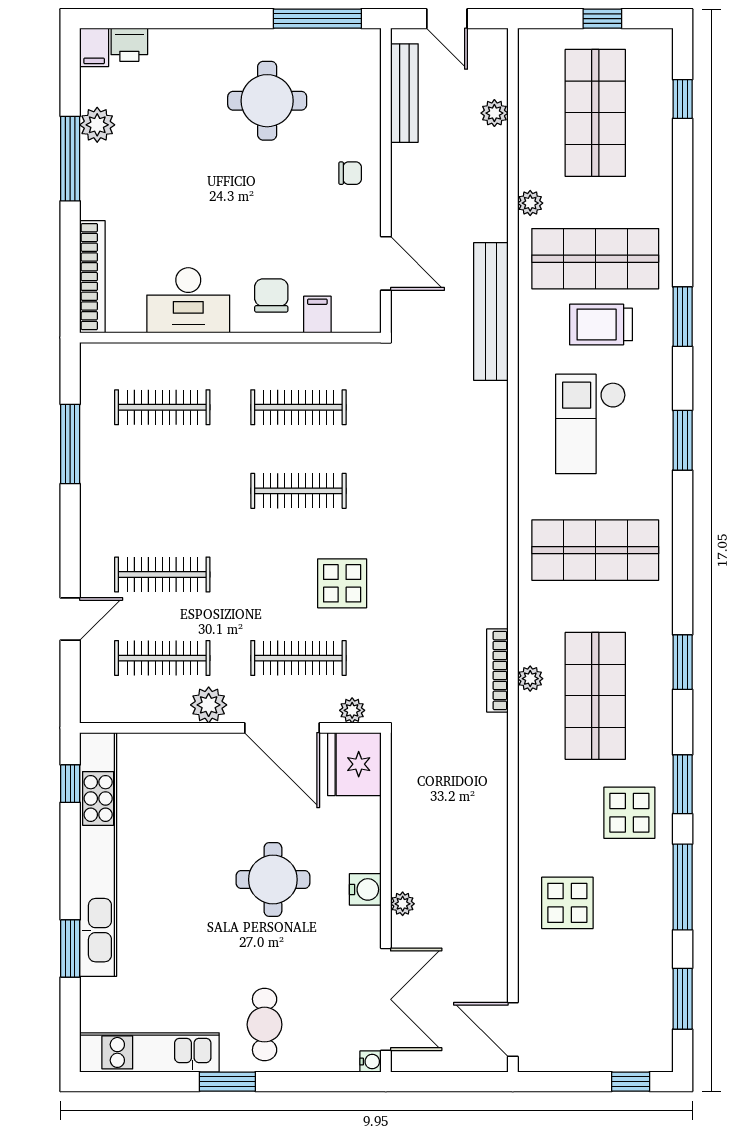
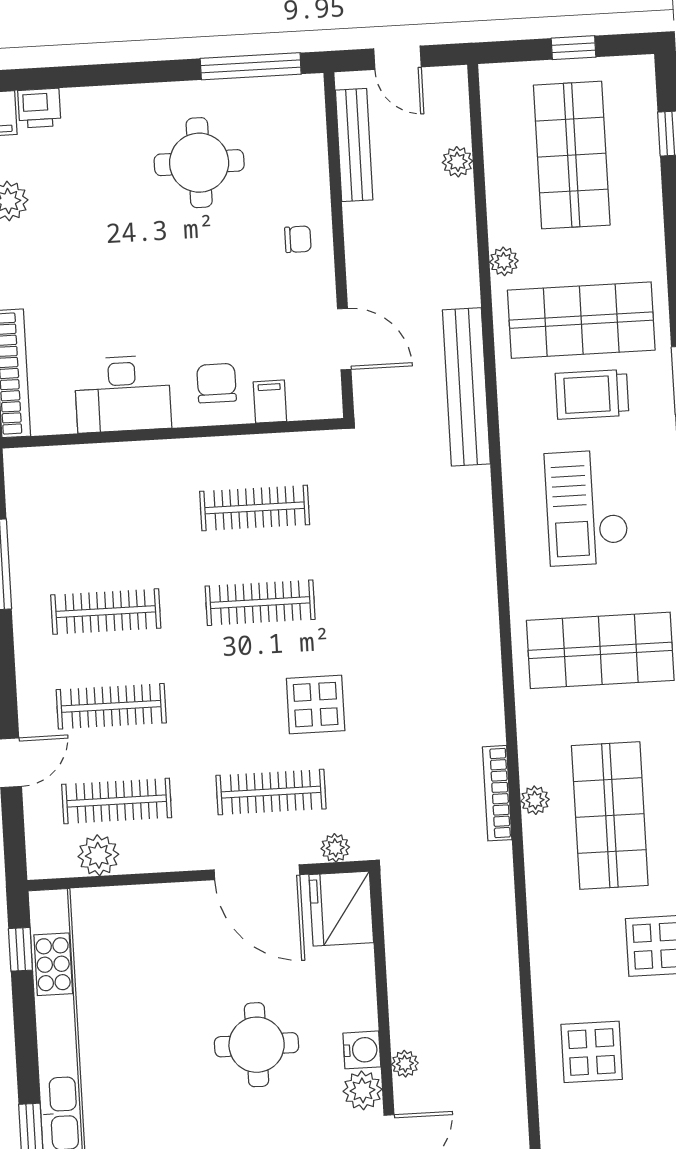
clothes rail: (162, 407) -> (106, 612), moved
plant: (209, 705) -> (98, 855), moved
plant: (364, 925) -> (362, 1090), added

